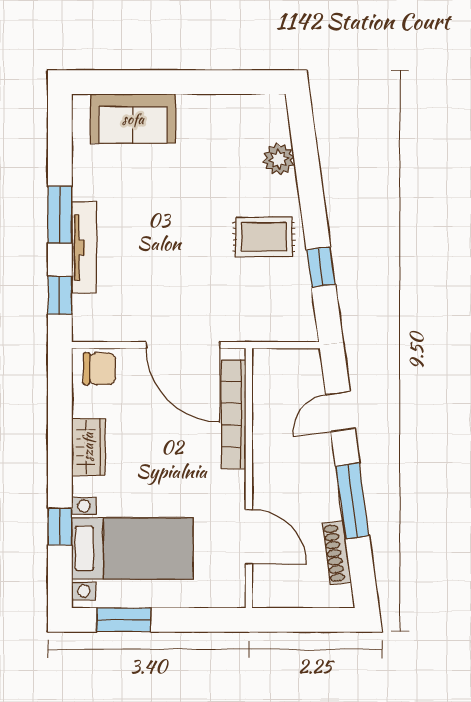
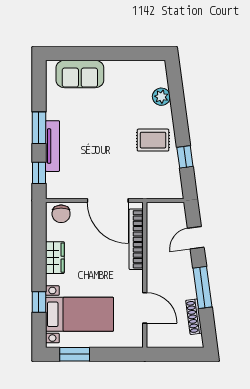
chair: (99, 369) -> (61, 214), turned 90

